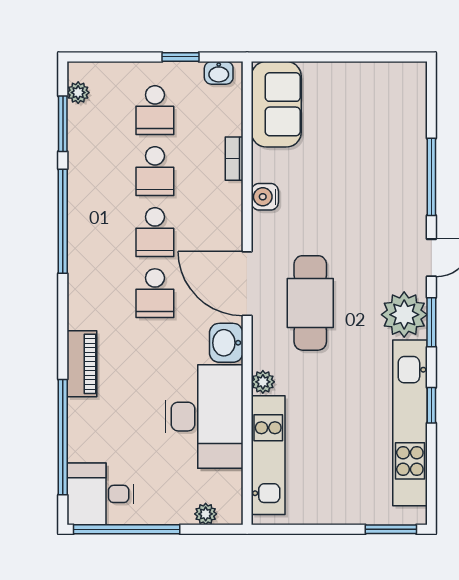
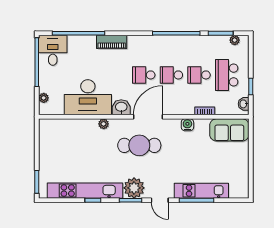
school desk: (155, 110) -> (227, 75), width x1.85
kitchen unit: (268, 455) -> (201, 191), moved, turned 180

